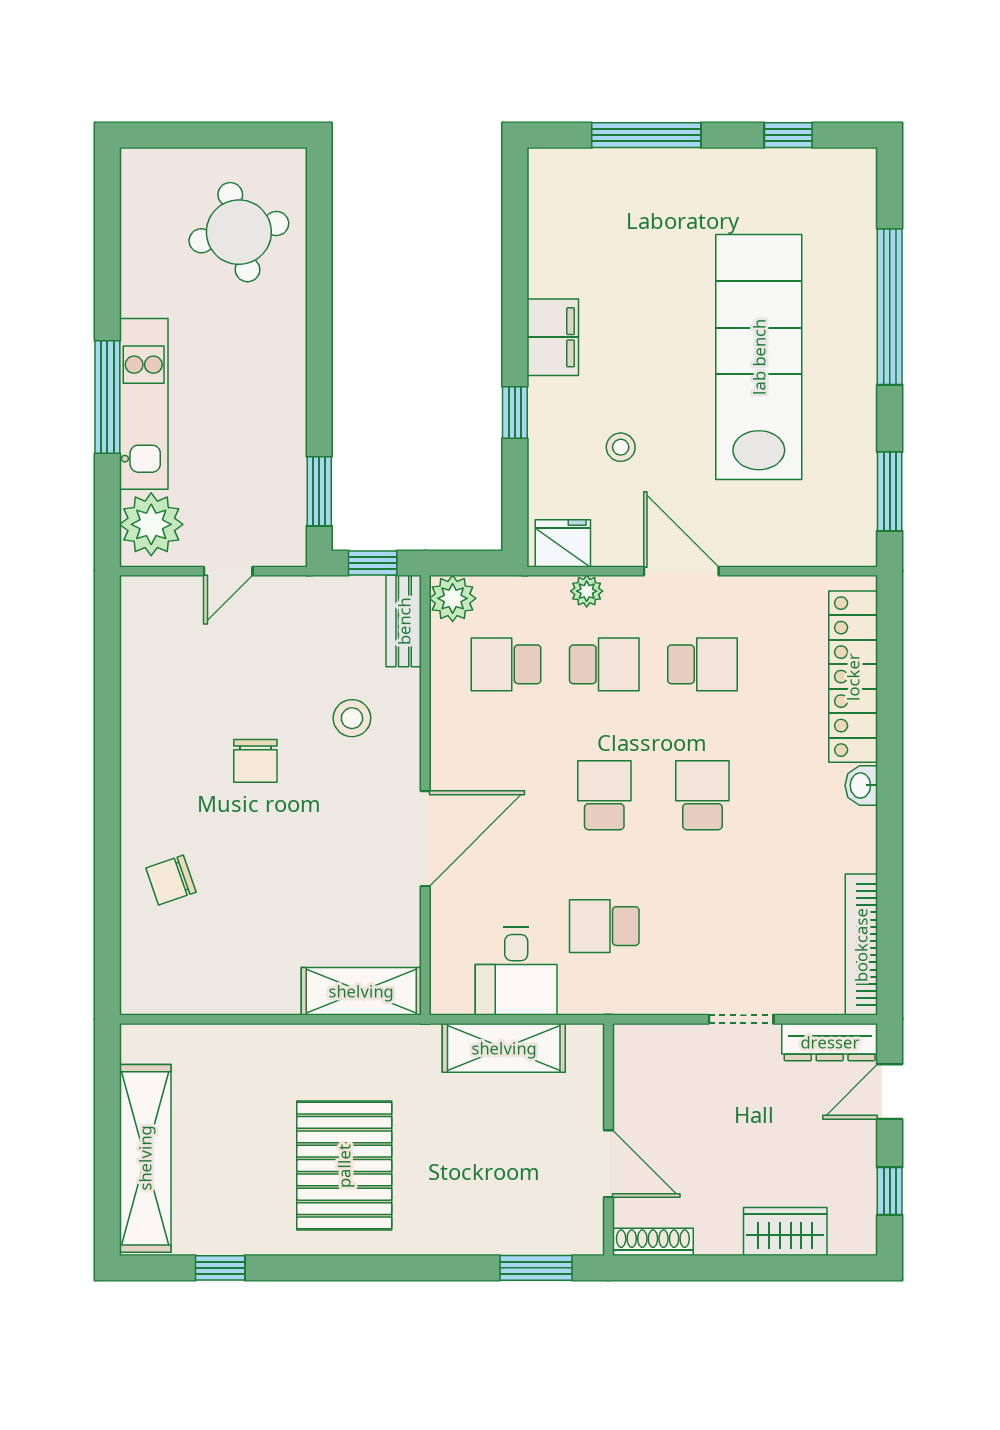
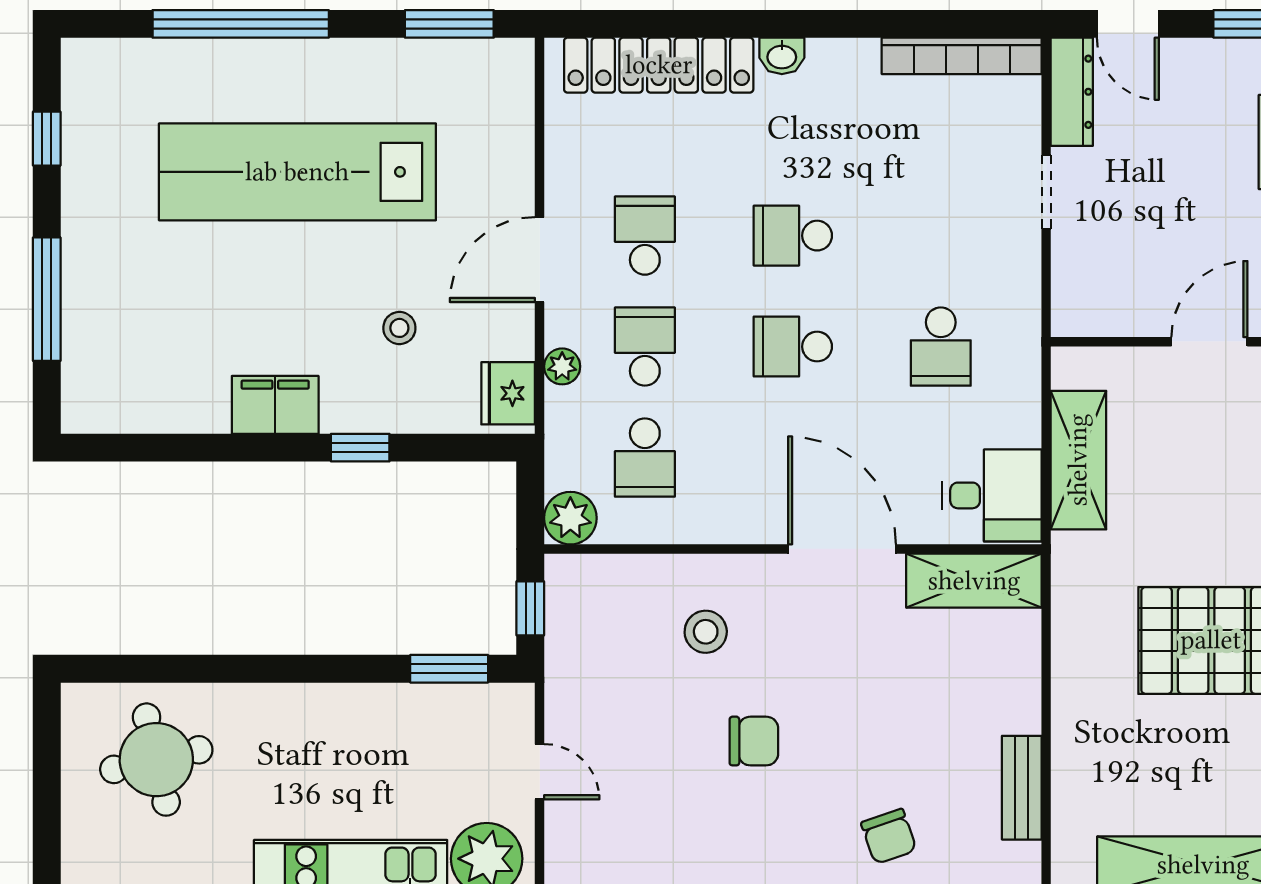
bench: (404, 621) -> (1022, 788), moved, turned 90
desk: (516, 971) -> (992, 495), moved
shelving: (361, 991) -> (974, 581), moved, turned 90

